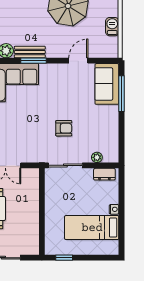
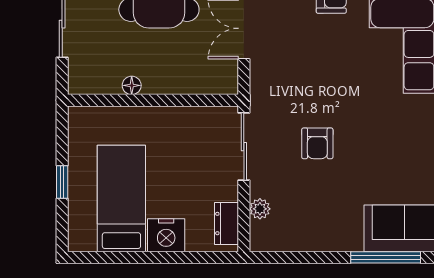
nightstand: (114, 209) -> (166, 235), width x1.89, depth x1.79
floor lamp: (34, 222) -> (132, 85), added
window: (64, 258) -> (62, 182), moved

